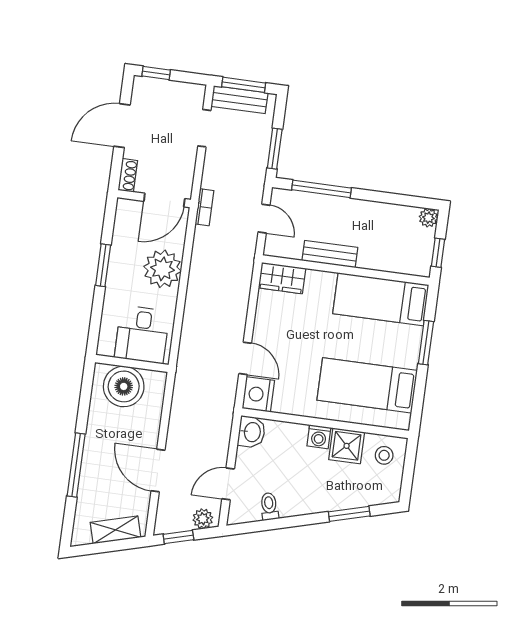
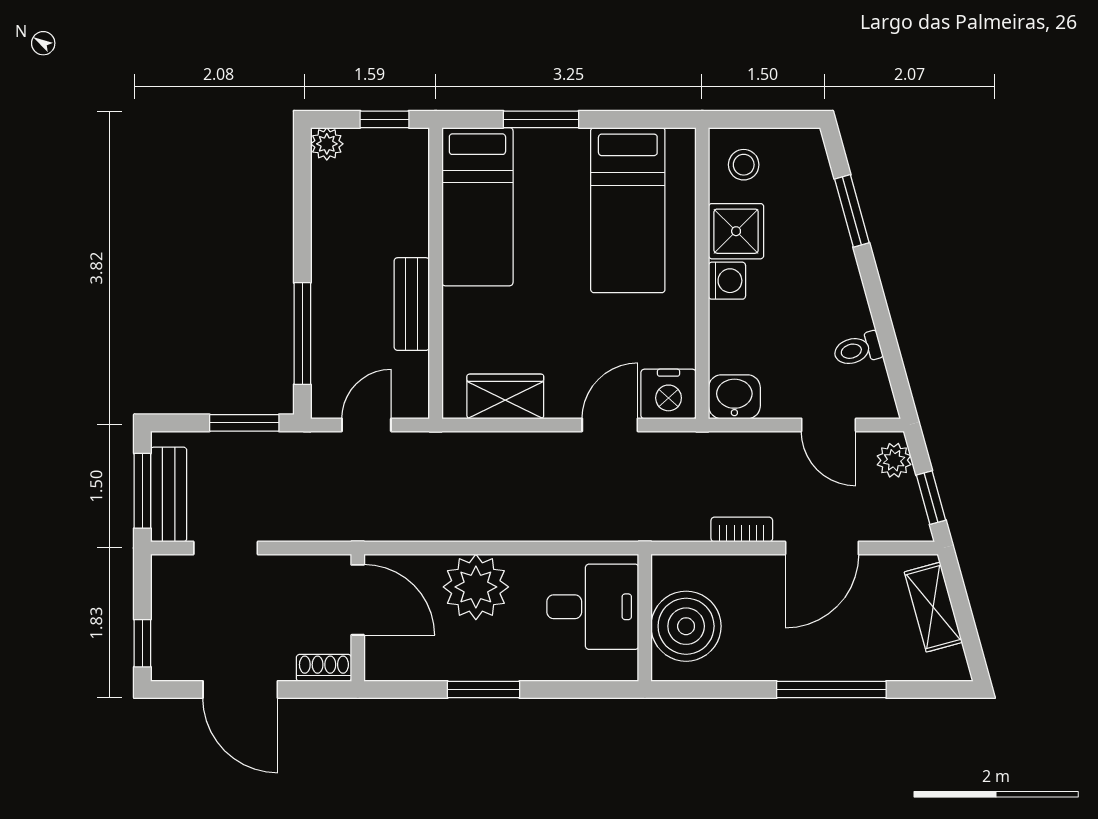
bookcase: (204, 207) -> (742, 530), moved
wardrobe: (282, 278) -> (505, 396), moved, turned -90

